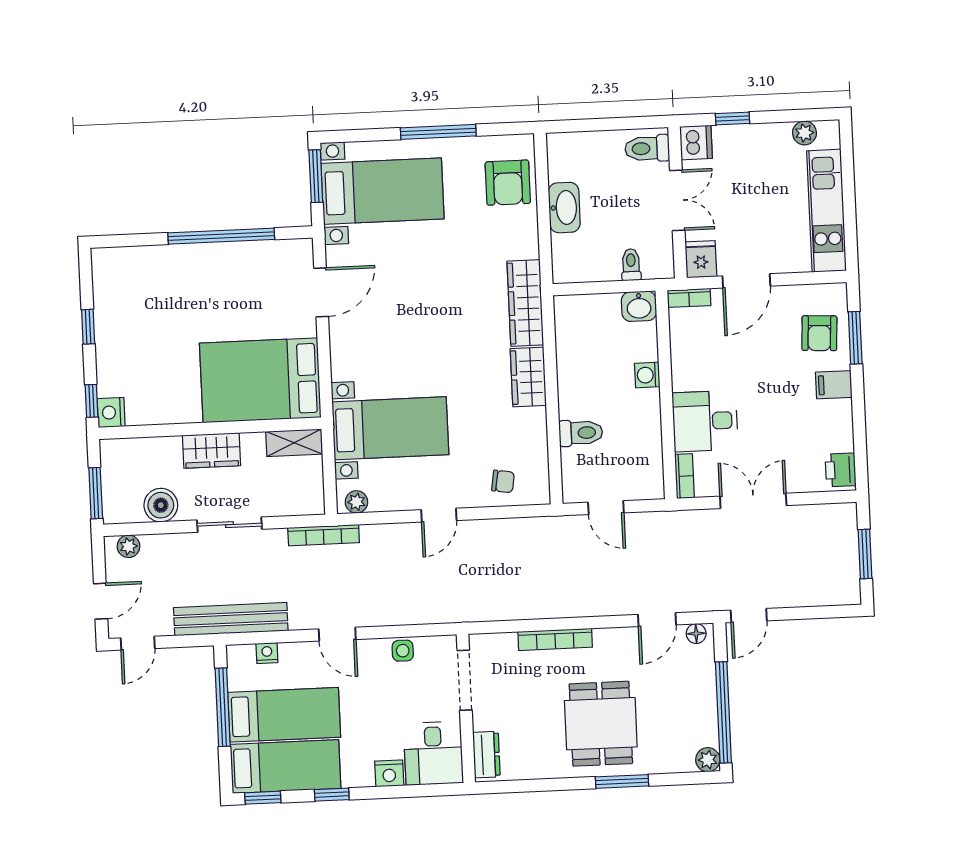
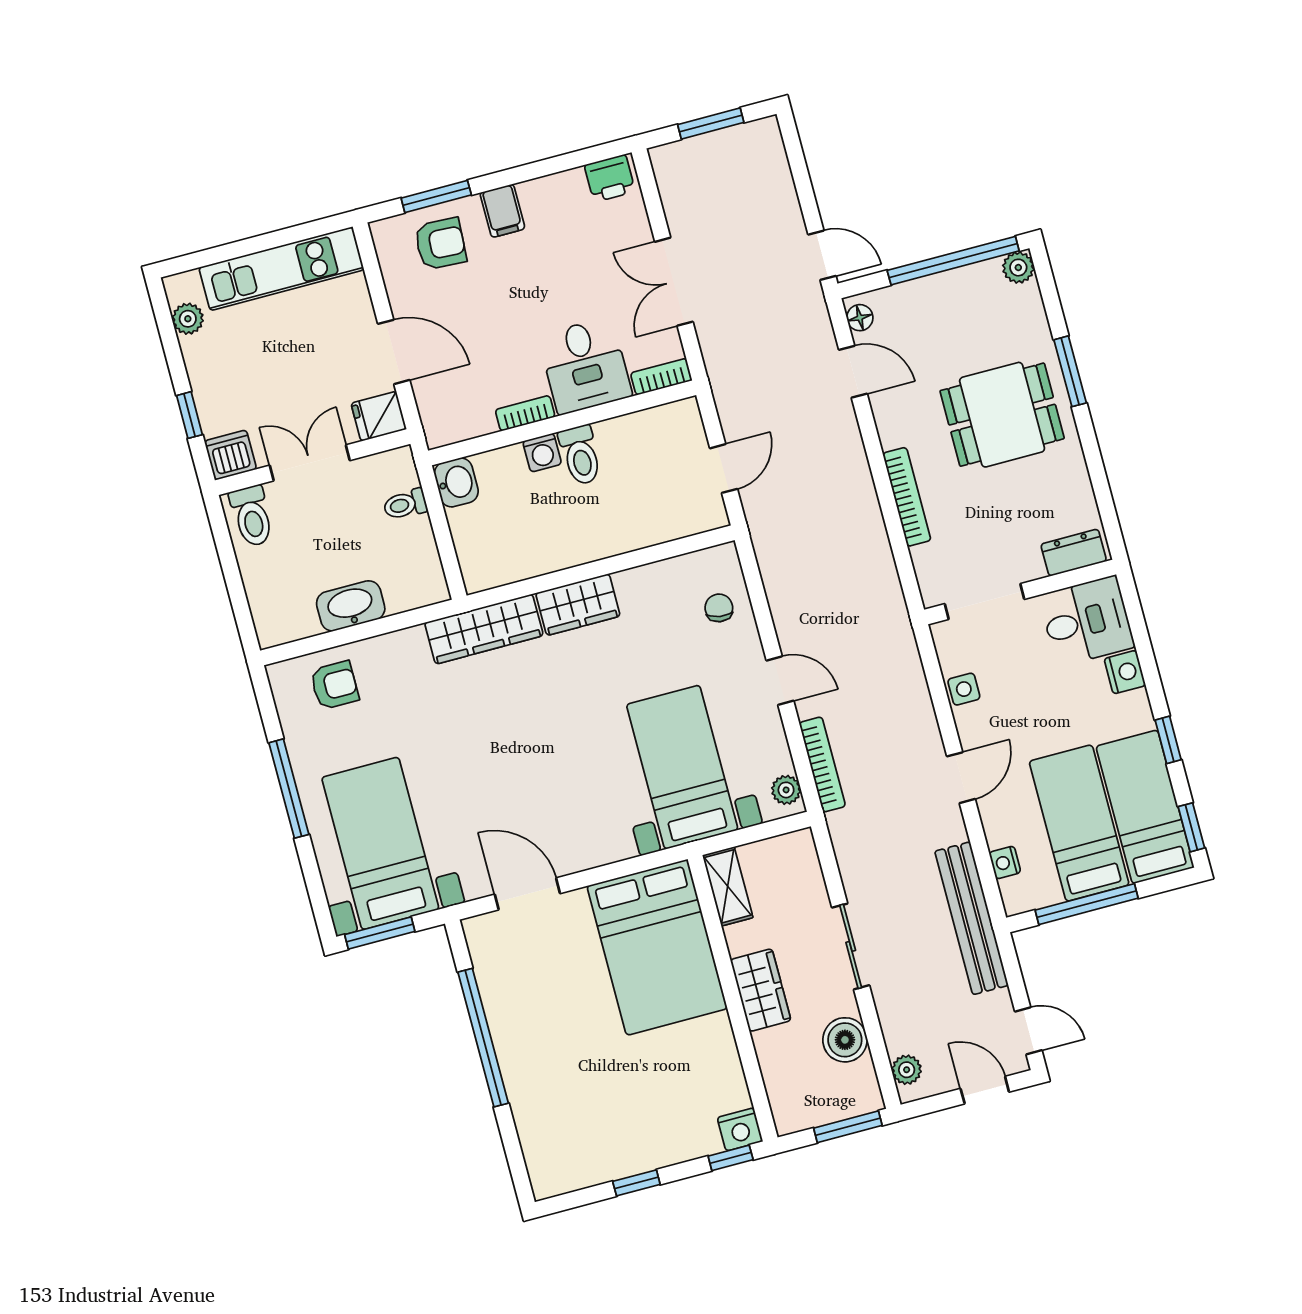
armchair: (508, 183) -> (334, 685), width x0.72, depth x0.72
bookcase: (689, 298) -> (525, 413), moved, turned -90
toilet: (581, 433) -> (580, 455), moved, turned 180
bookcase: (324, 535) -> (822, 764), moved

